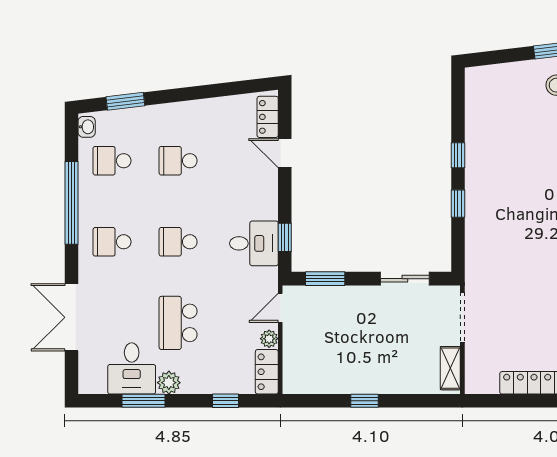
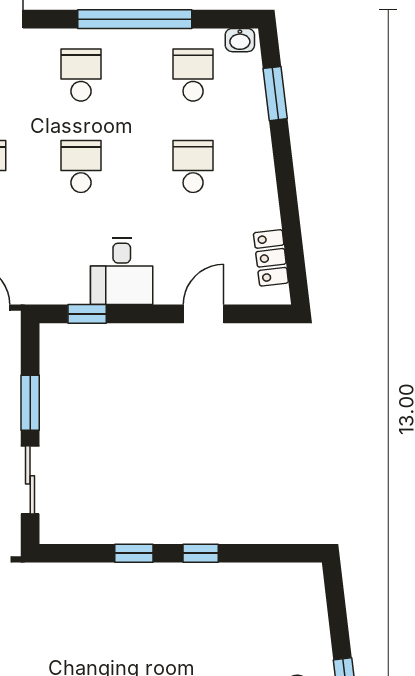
locker: (268, 117) -> (271, 258), moved, turned -97
desk: (254, 243) -> (122, 271), moved
window: (325, 279) -> (30, 403), moved

